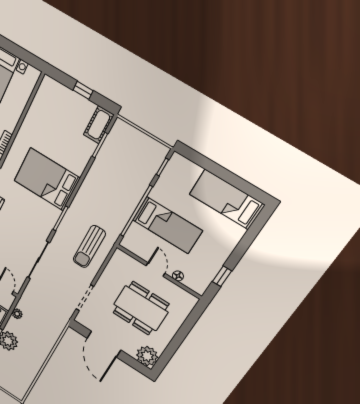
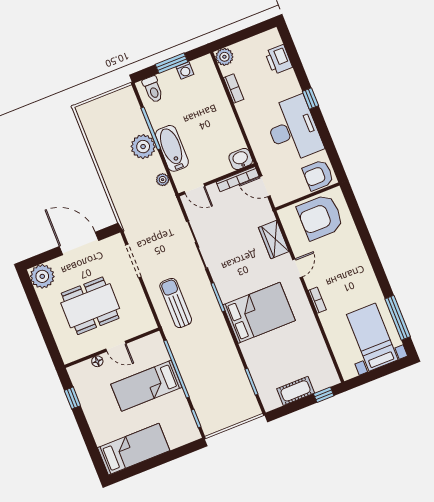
window: (83, 90) -> (324, 395), moved
cot: (99, 125) -> (296, 391), moved, turned 90

